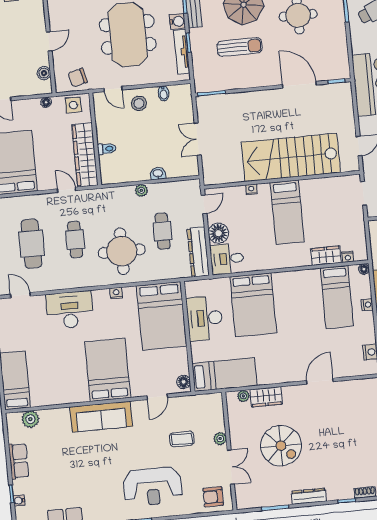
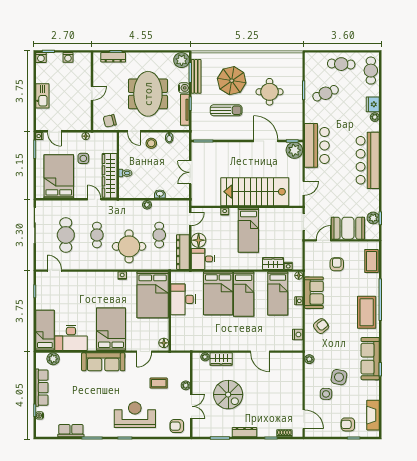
boiler: (44, 73) -> (86, 115), removed
plant: (341, 94) -> (294, 150), added
side table: (73, 105) -> (83, 158), moved
desk: (70, 310) -> (71, 338), moved, turned 180
bed: (224, 375) -> (244, 294), moved, turned 90
door: (320, 381) -> (260, 352), swing flipped
row of seats: (19, 461) -> (42, 388), width x1.48
reception desk: (153, 487) -> (135, 415), turned 180

